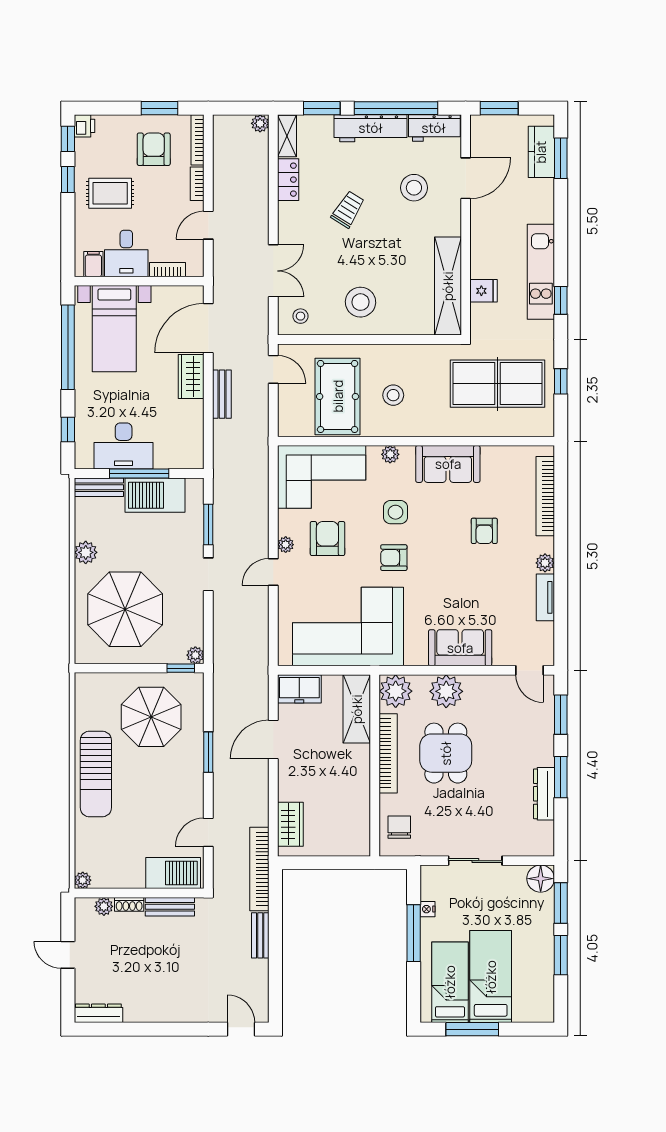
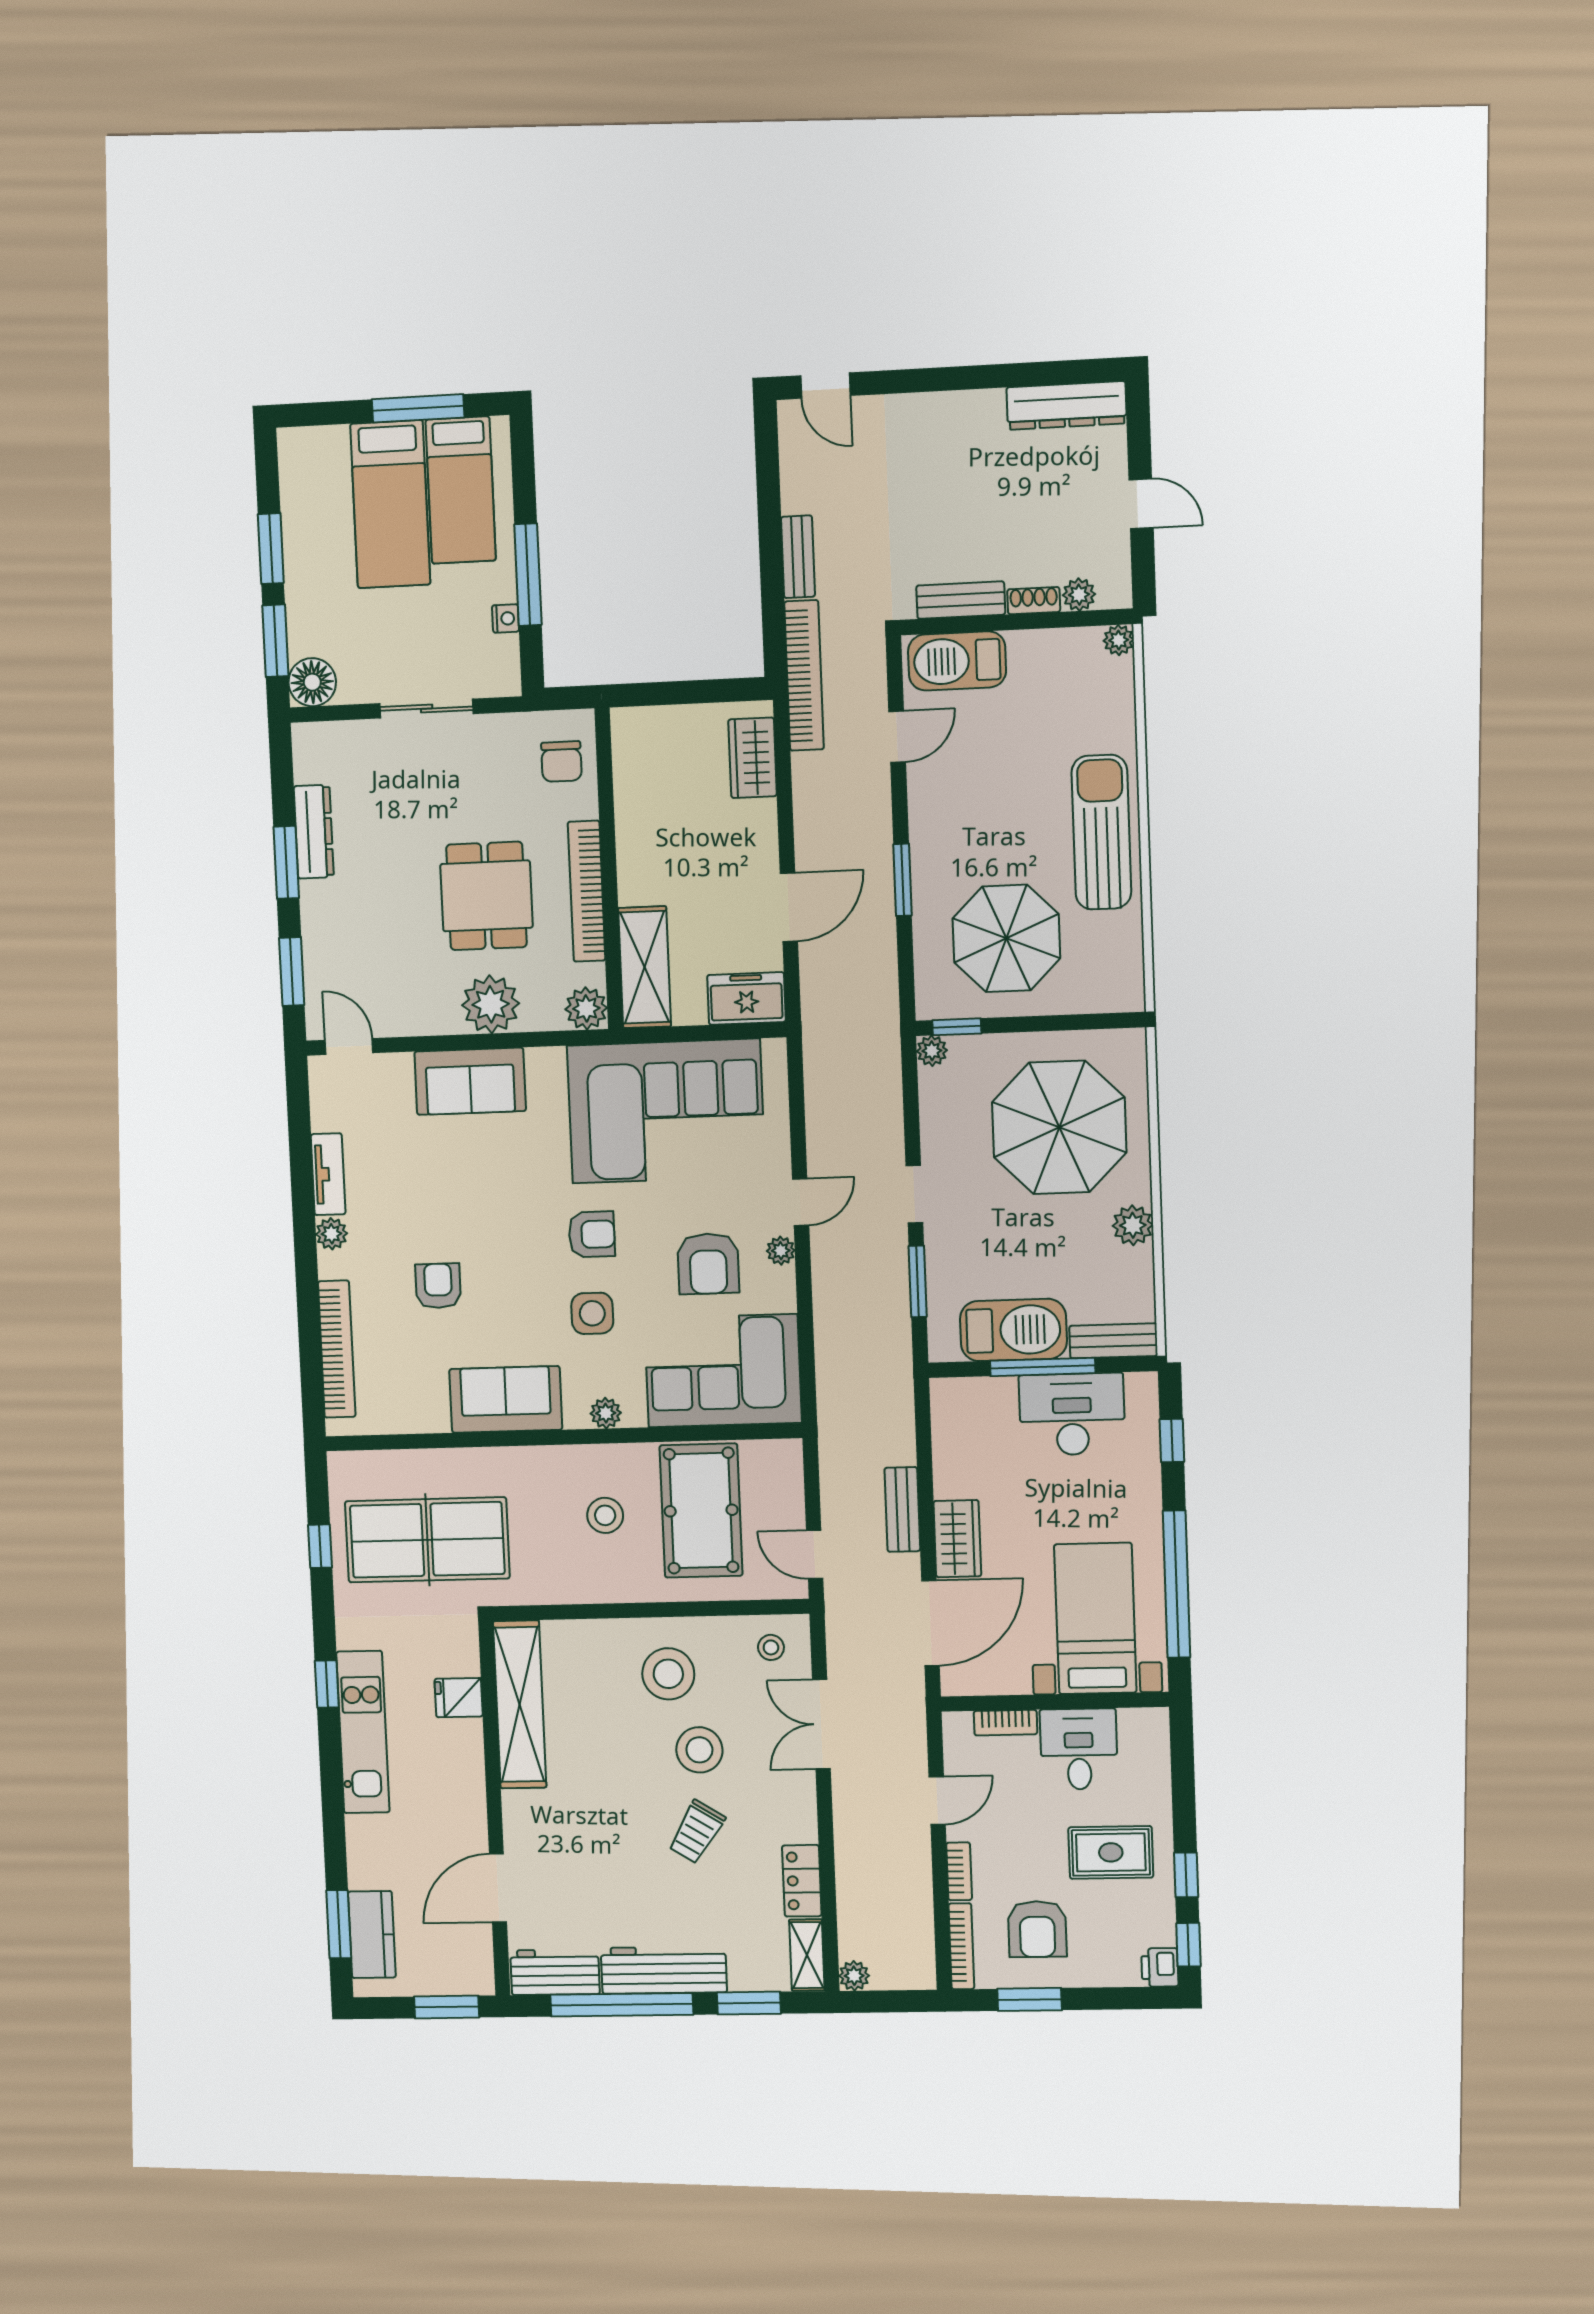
stool: (414, 188) -> (699, 1750), moved
filing cabinet: (93, 264) -> (1136, 1730), removed
plant: (396, 691) -> (586, 1008), width x0.73, depth x0.73
dresser: (98, 1013) -> (1066, 405), width x1.37, depth x1.24

